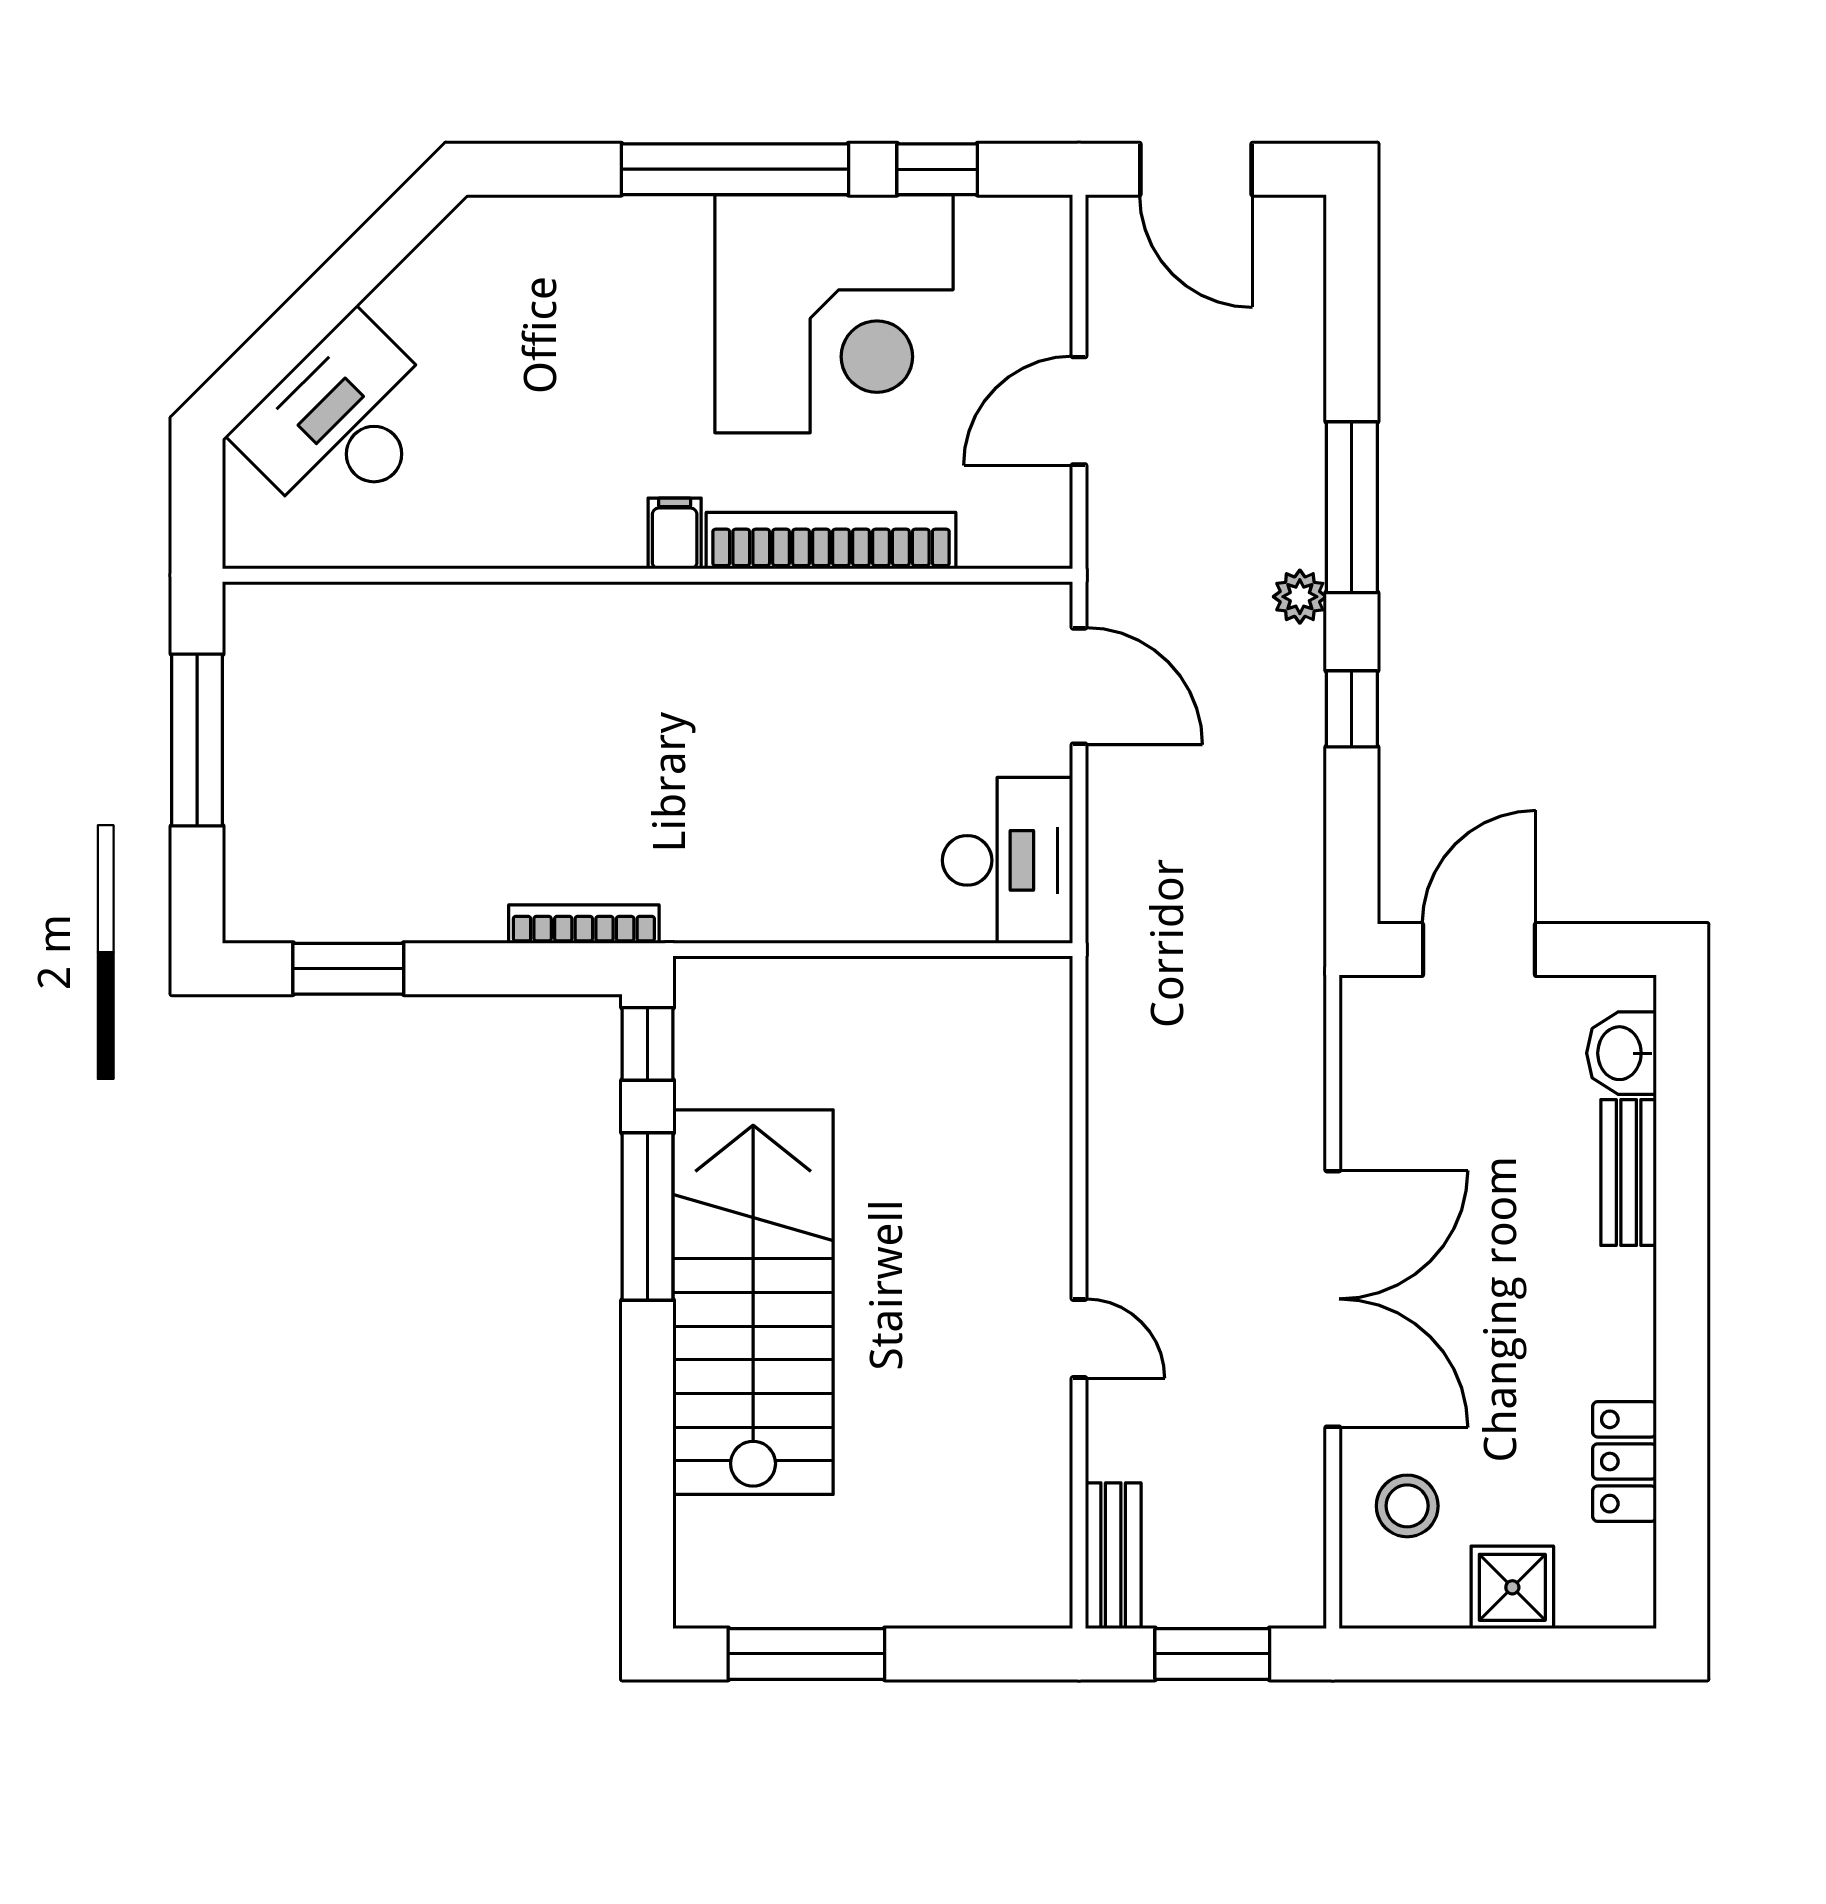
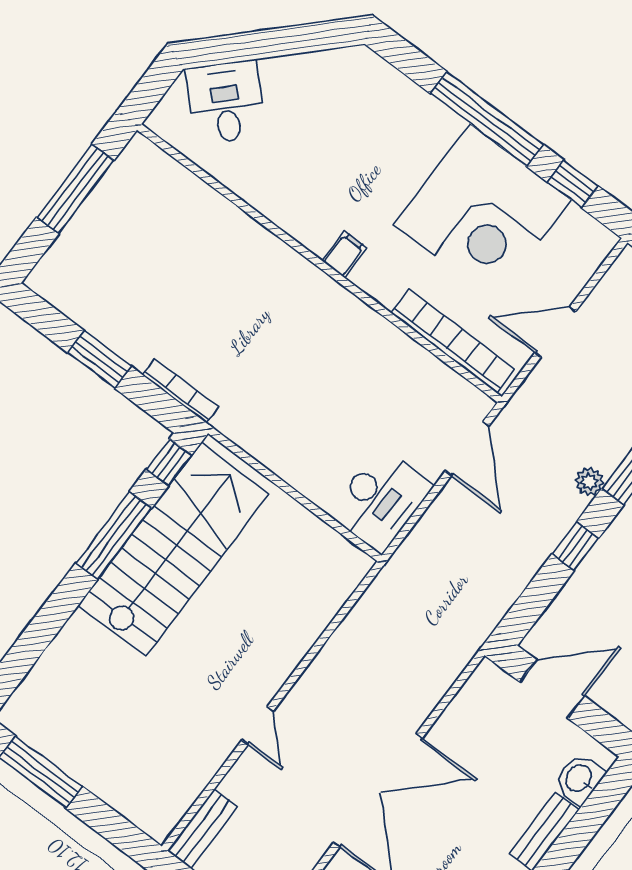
desk: (342, 422) -> (226, 102), width x0.73
bookcase: (831, 541) -> (453, 341), moved
window: (348, 969) -> (99, 359), moved
stairs: (753, 1302) -> (173, 549), moved

